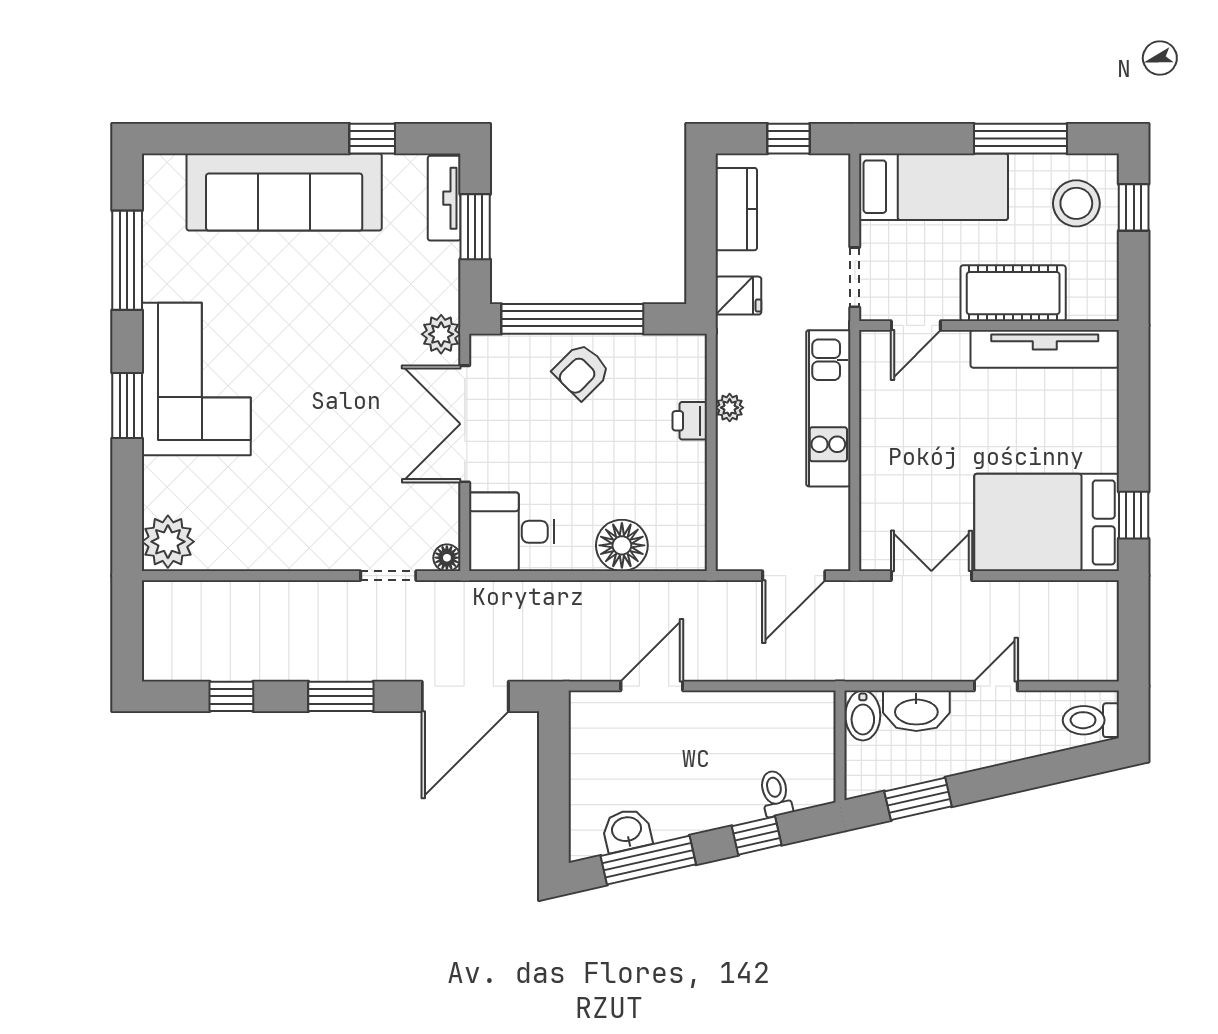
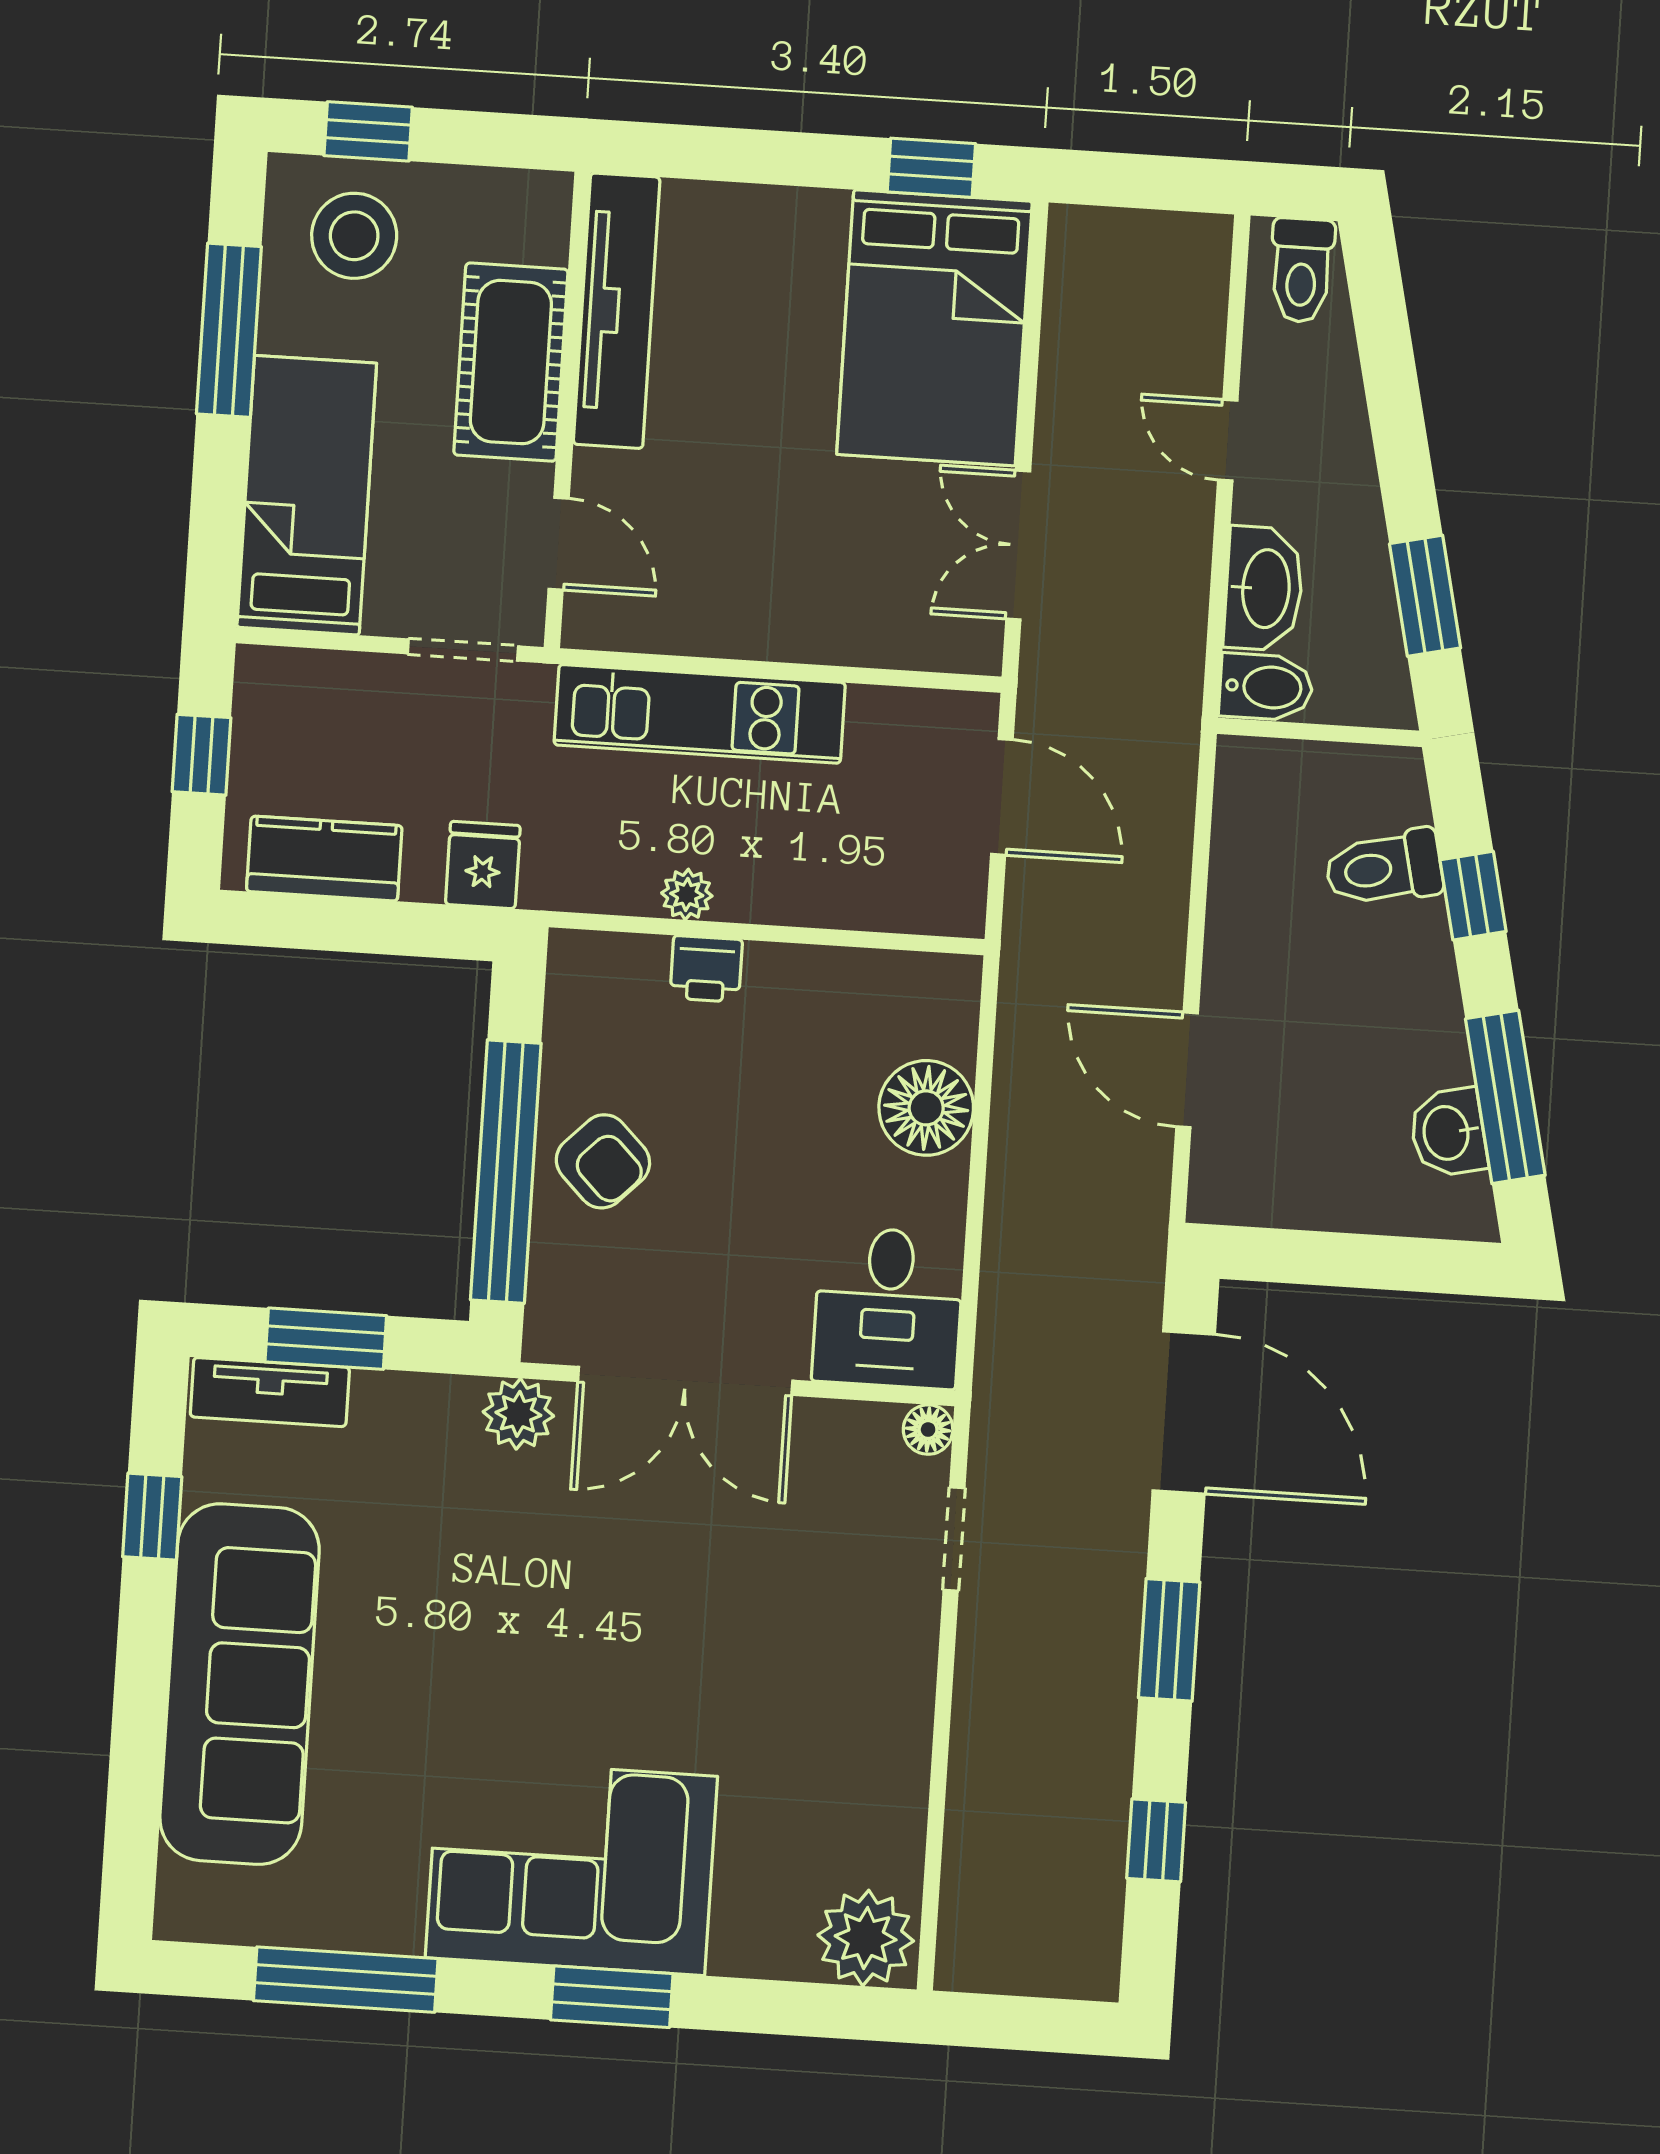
toilet: (775, 793) -> (1384, 868), width x1.37, depth x1.39

